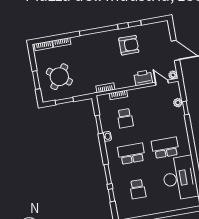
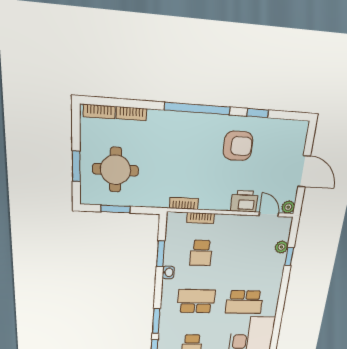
round table: (59, 77) -> (115, 170), turned -37
school desk: (165, 148) -> (244, 302), turned 180

